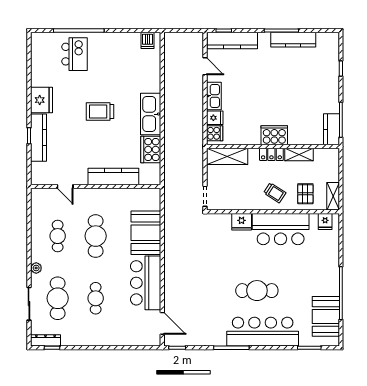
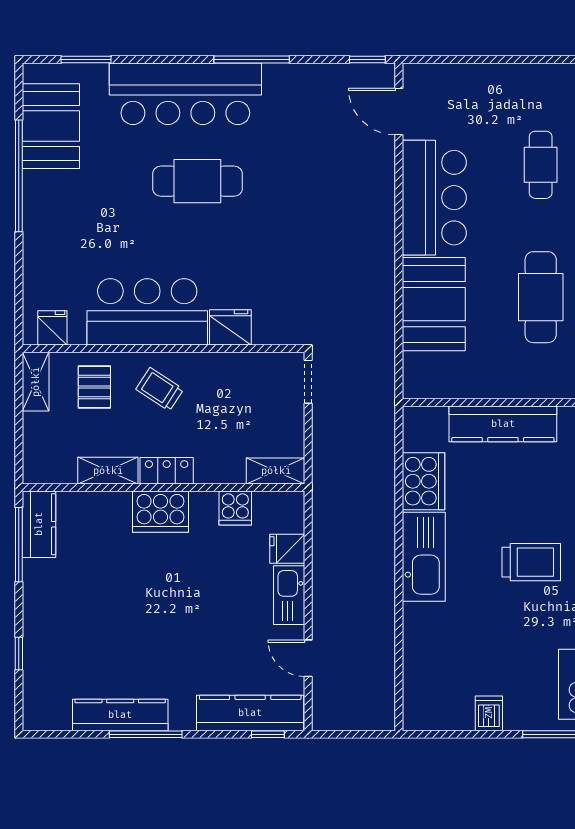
dishwasher: (148, 40) -> (489, 713), moved
cooker: (215, 133) -> (235, 508), moved, turned -90
shelving: (227, 156) -> (276, 471), width x0.67, depth x0.75

